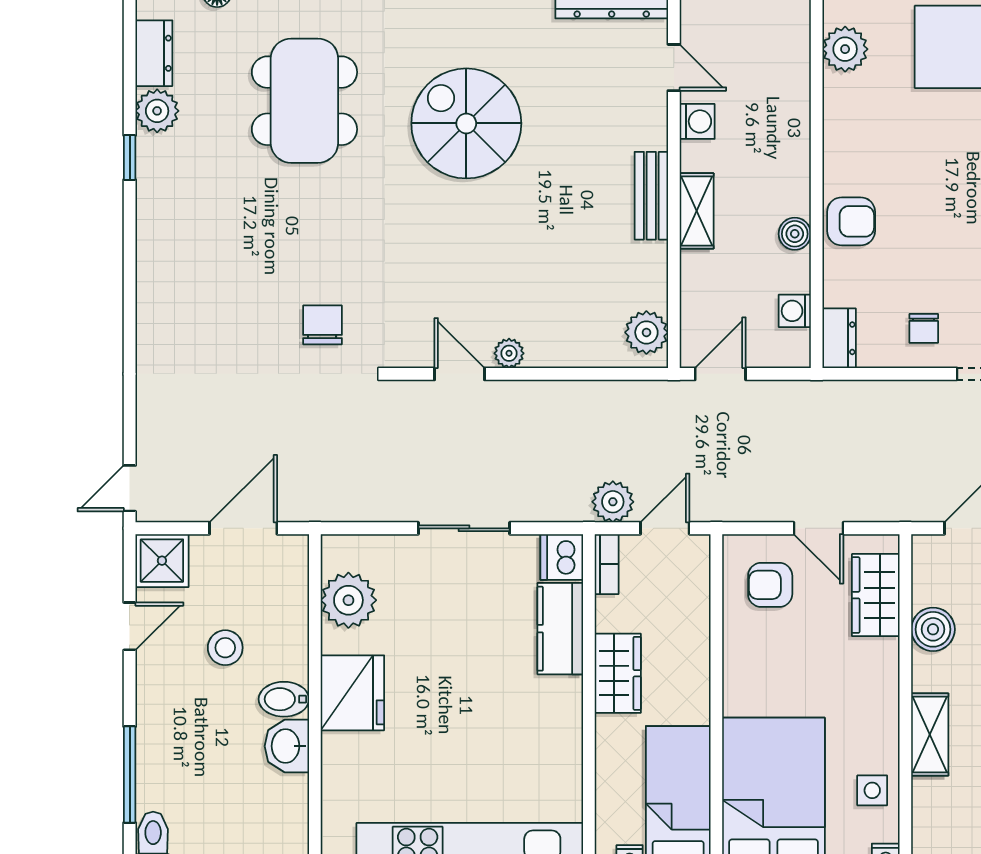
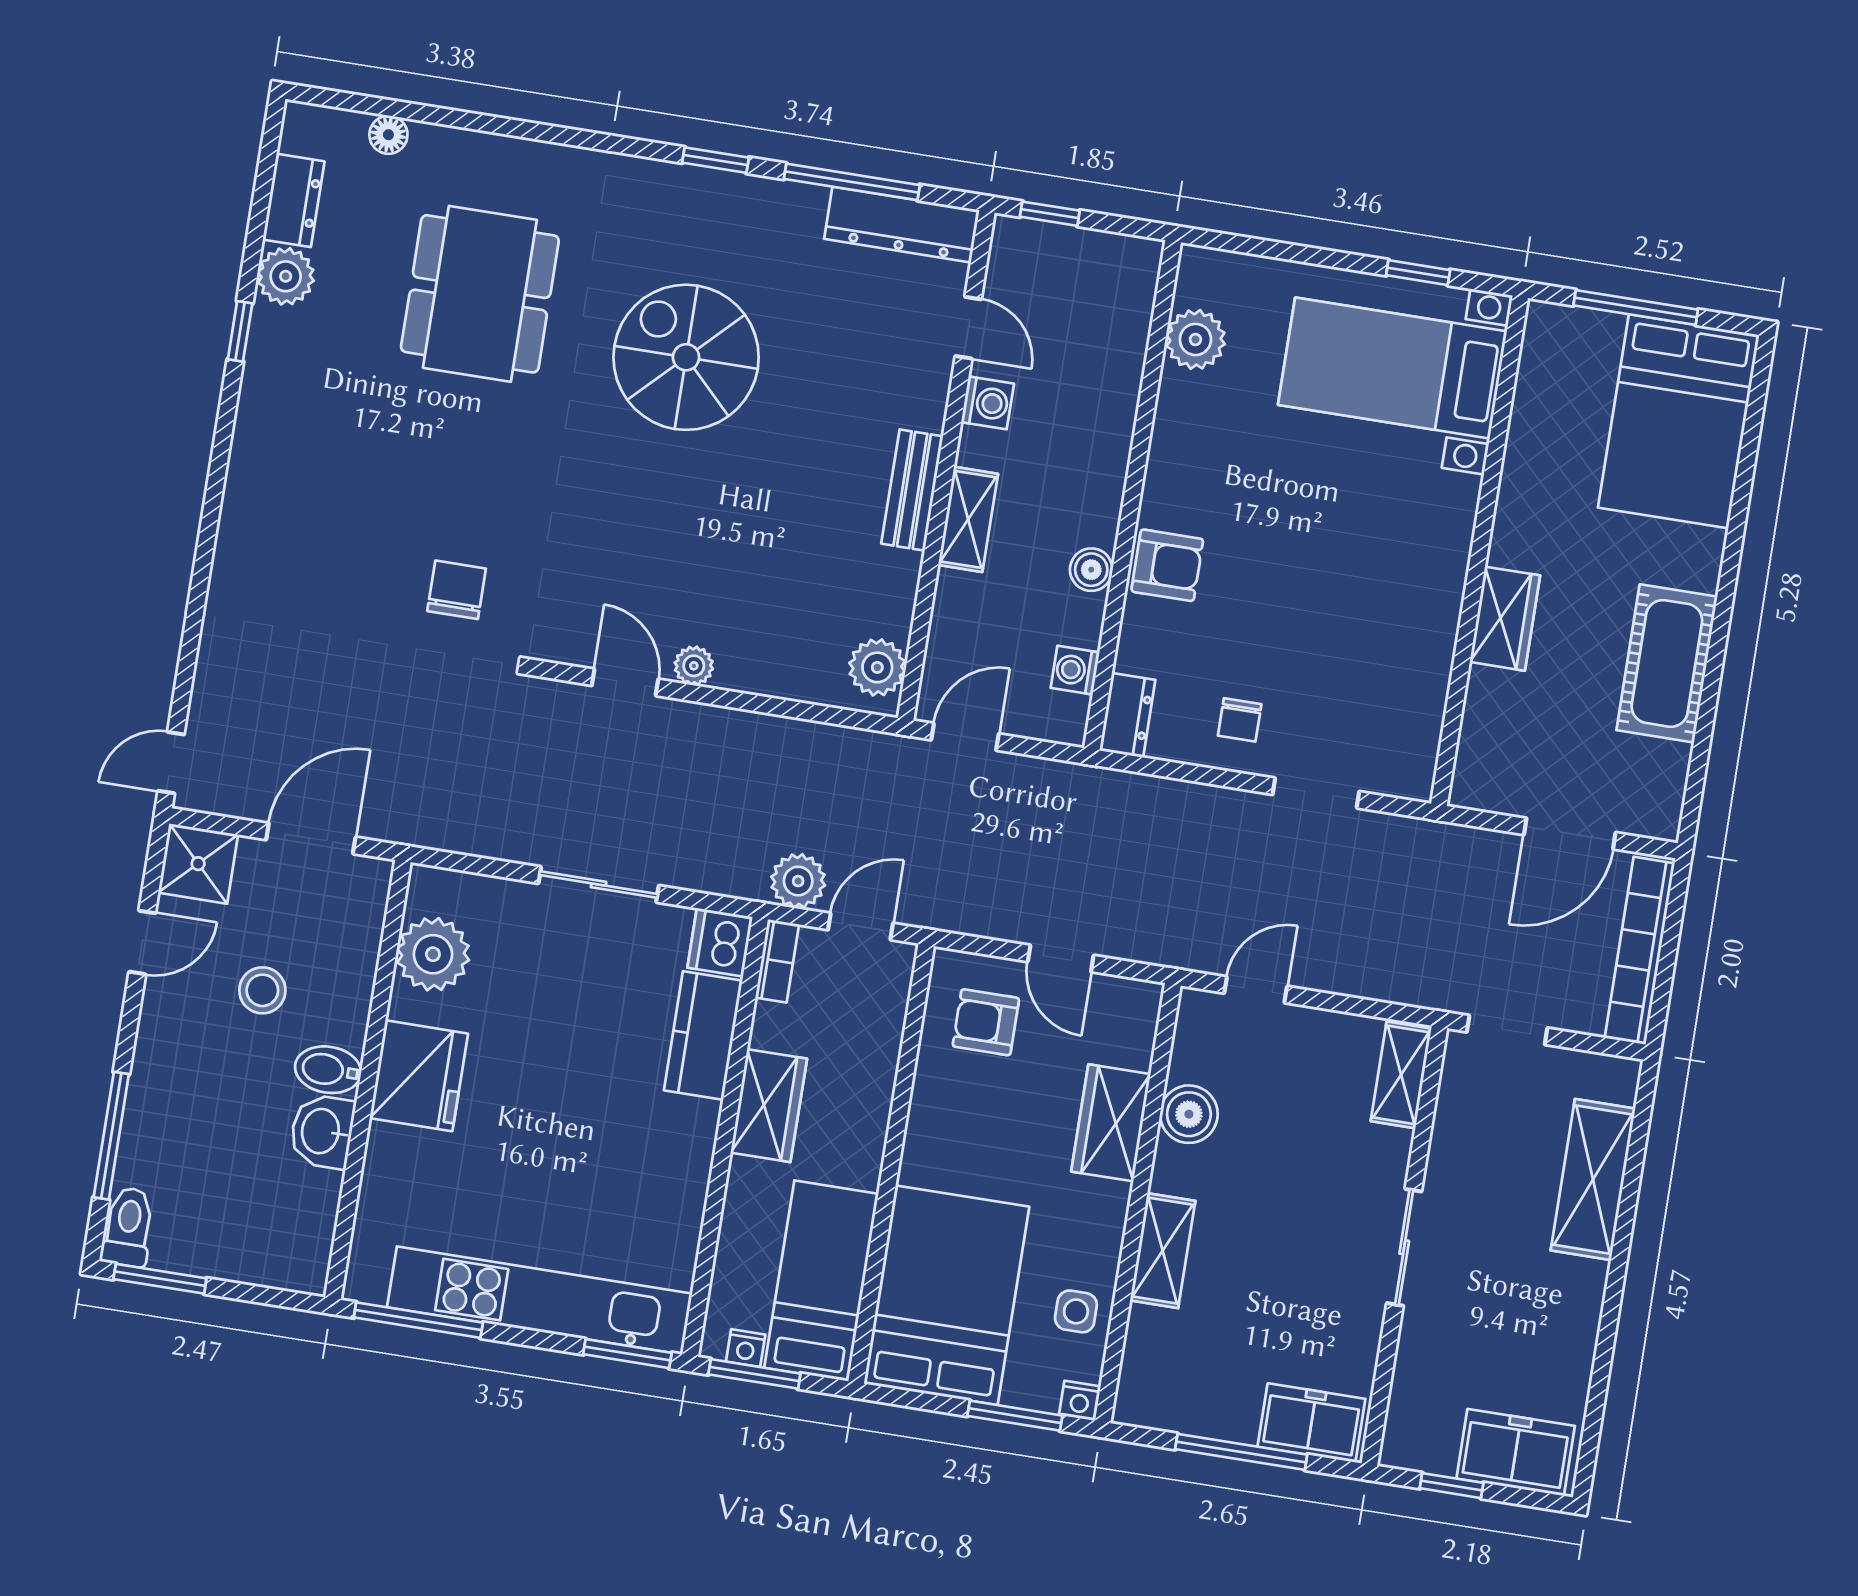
wardrobe: (876, 595) -> (1111, 1123), moved

